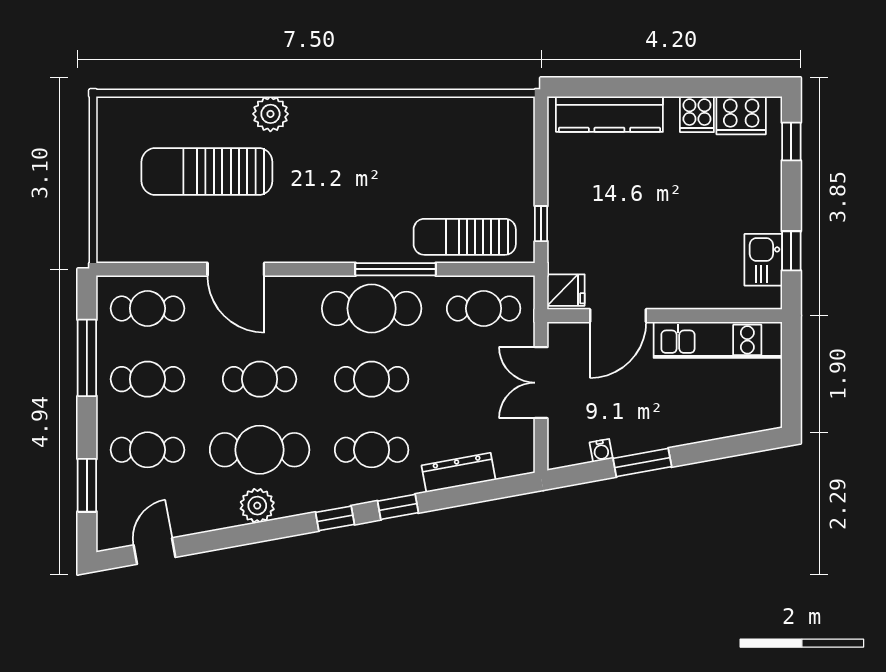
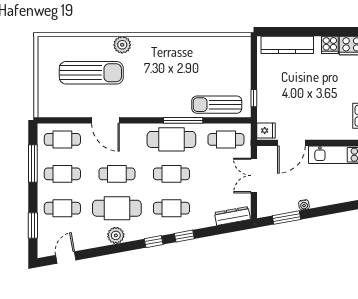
sun lounger: (207, 172) -> (91, 73), turned 180
water cooler: (601, 450) -> (304, 205), moved
window: (642, 463) -> (287, 218), moved
dresser: (459, 473) -> (232, 216), moved

